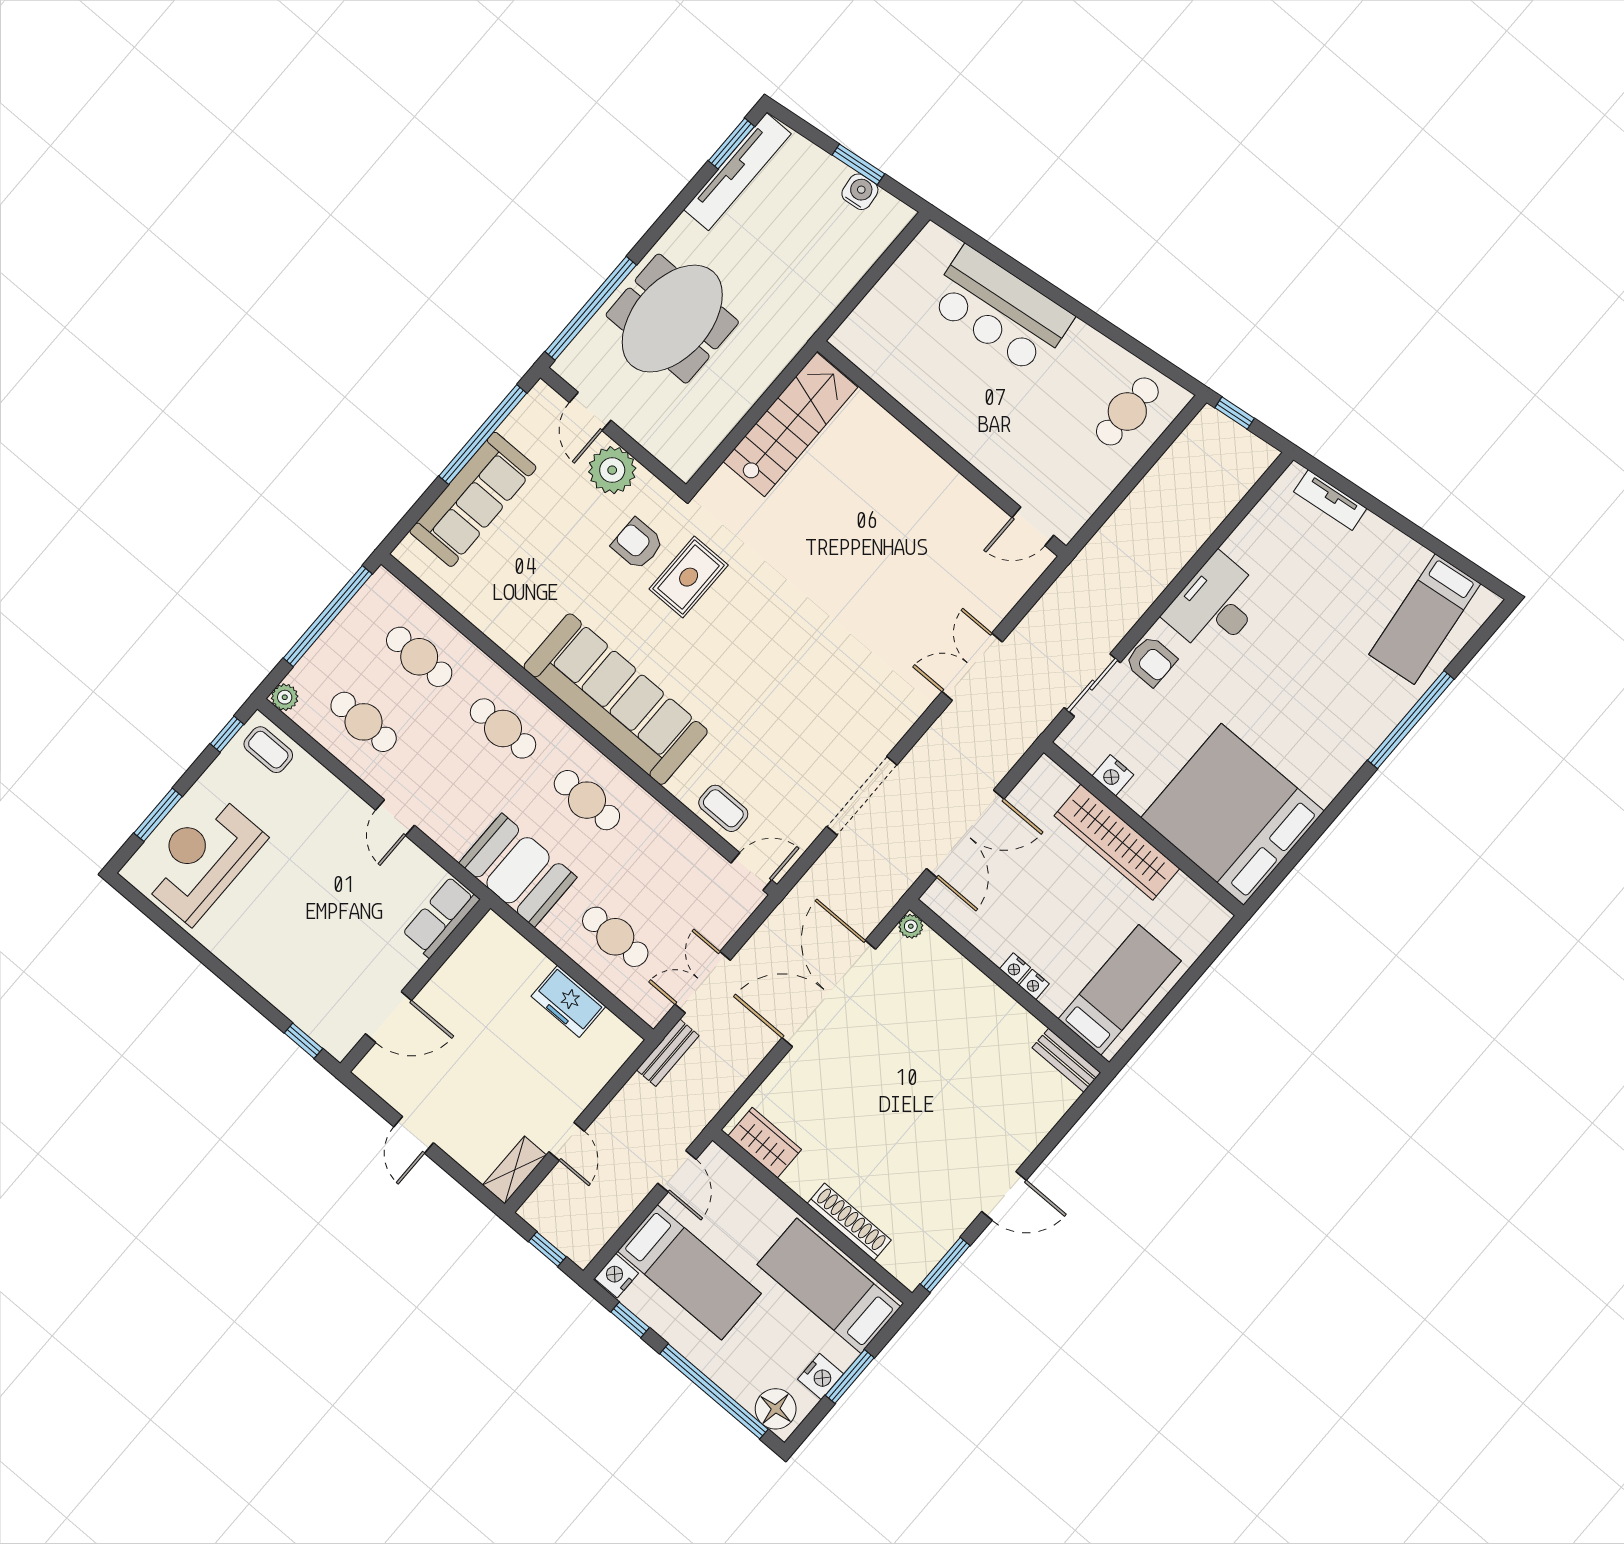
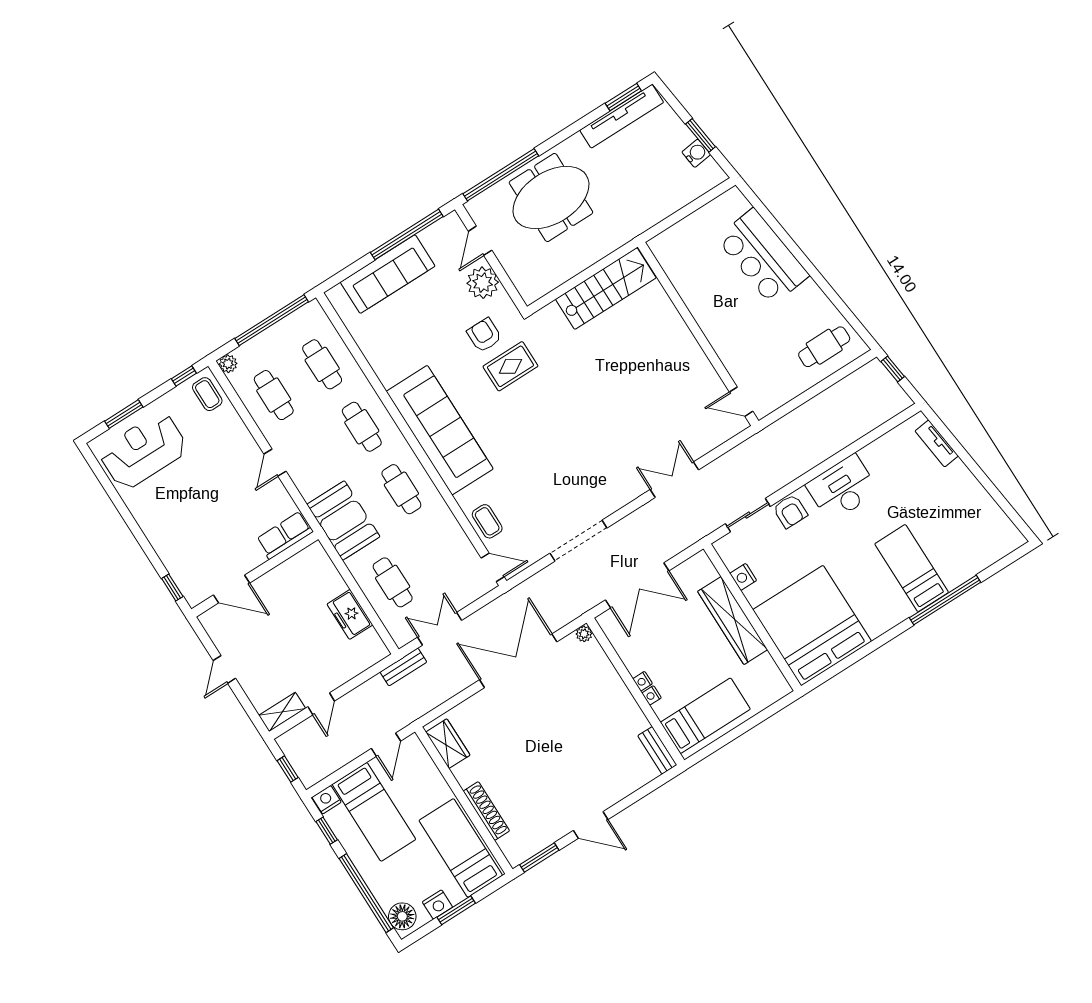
bed: (1425, 619) -> (912, 568), moved, turned 97

